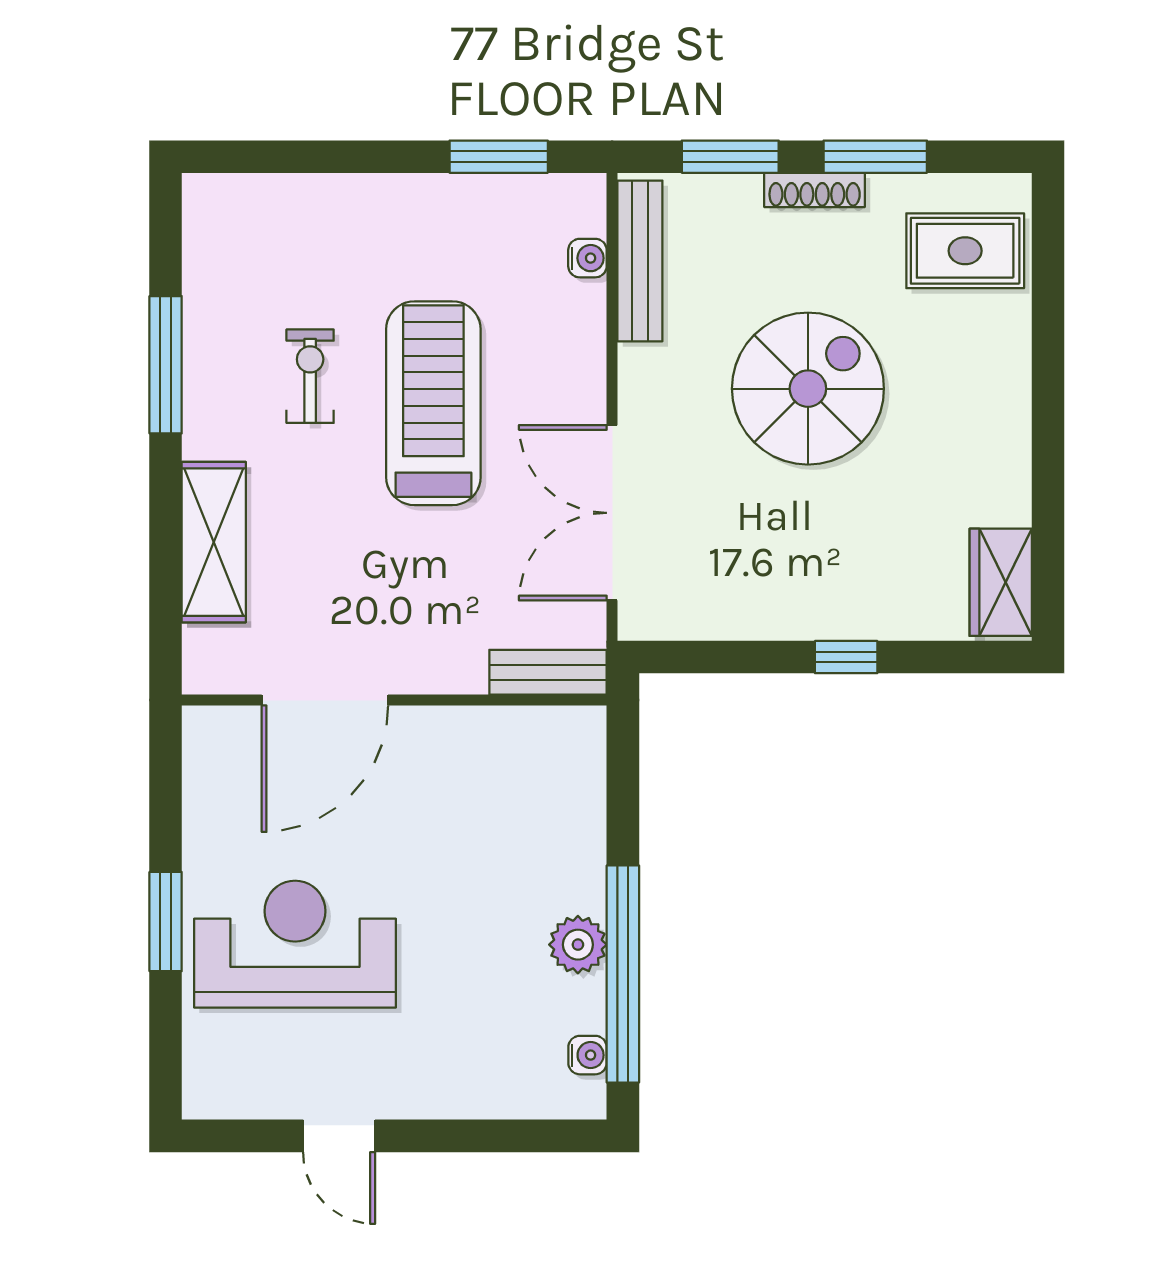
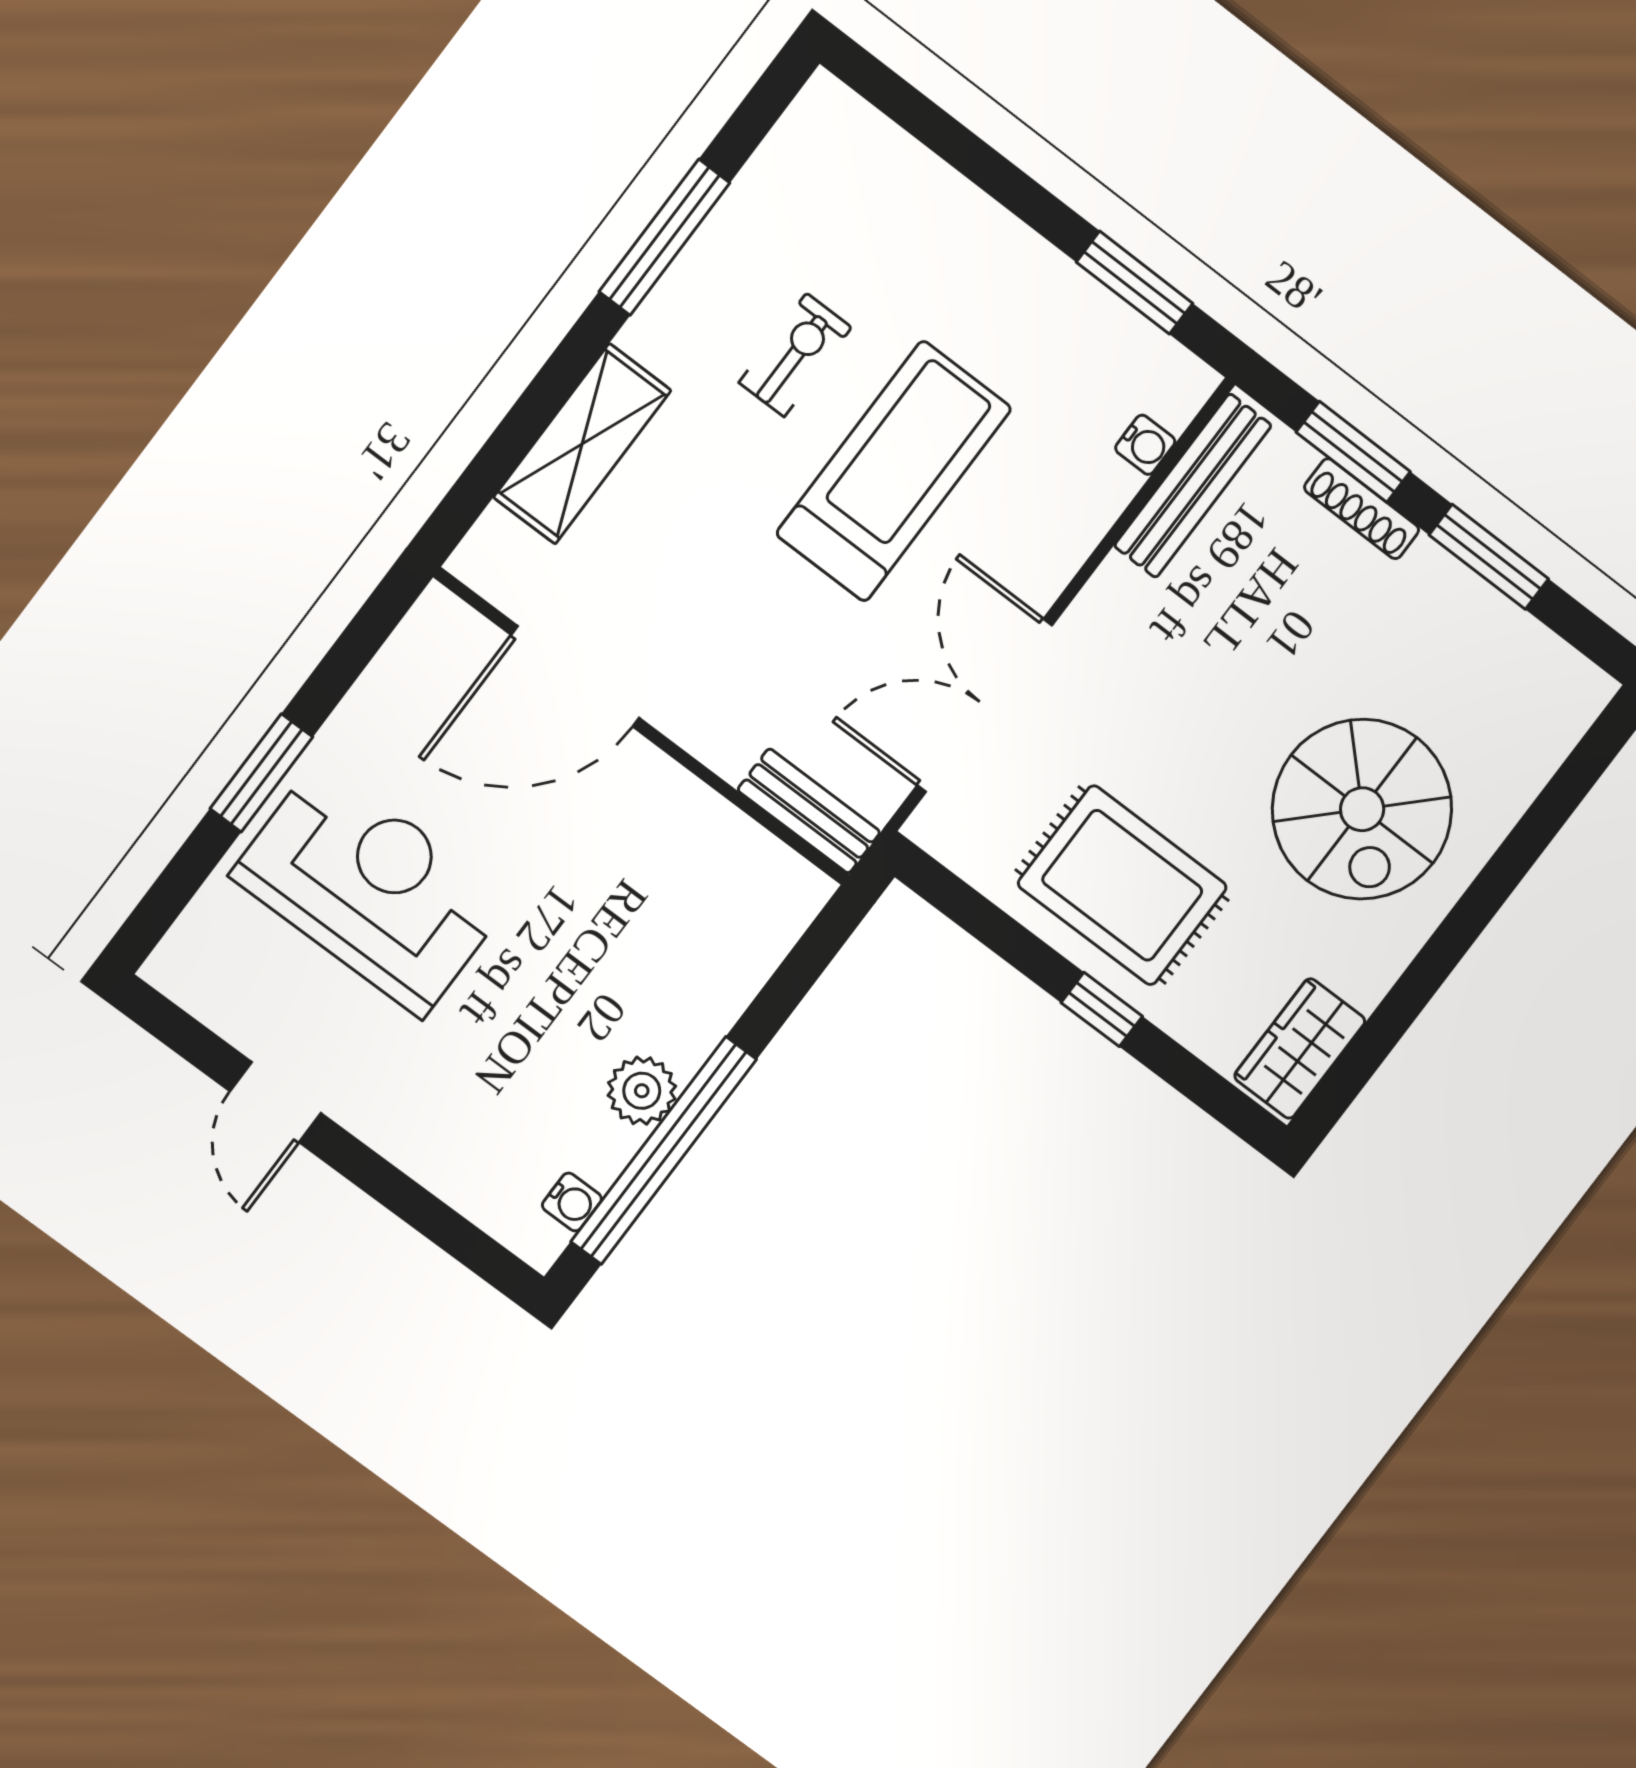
shoe rack: (815, 190) -> (1362, 509), moved
rug: (965, 251) -> (1122, 885), moved, width x1.36, depth x1.43
spiral stairs: (808, 389) -> (1362, 809), moved, turned 90

